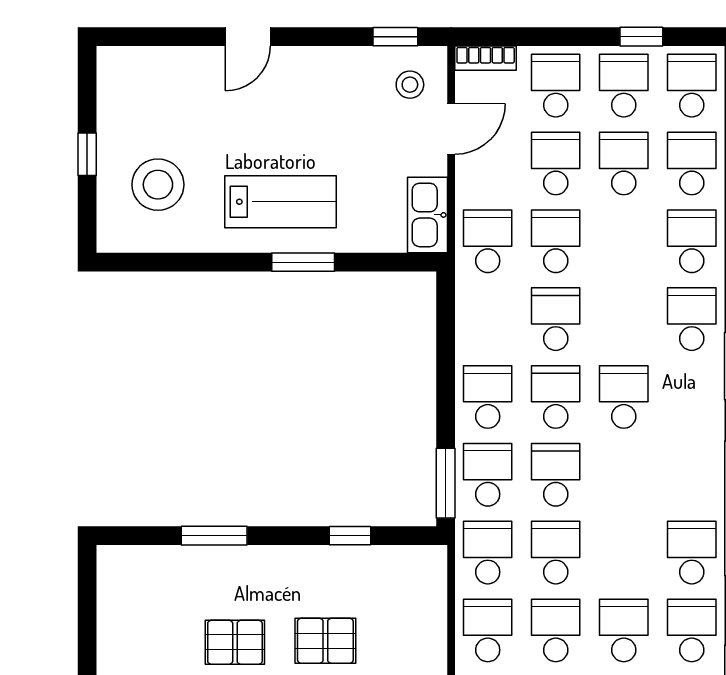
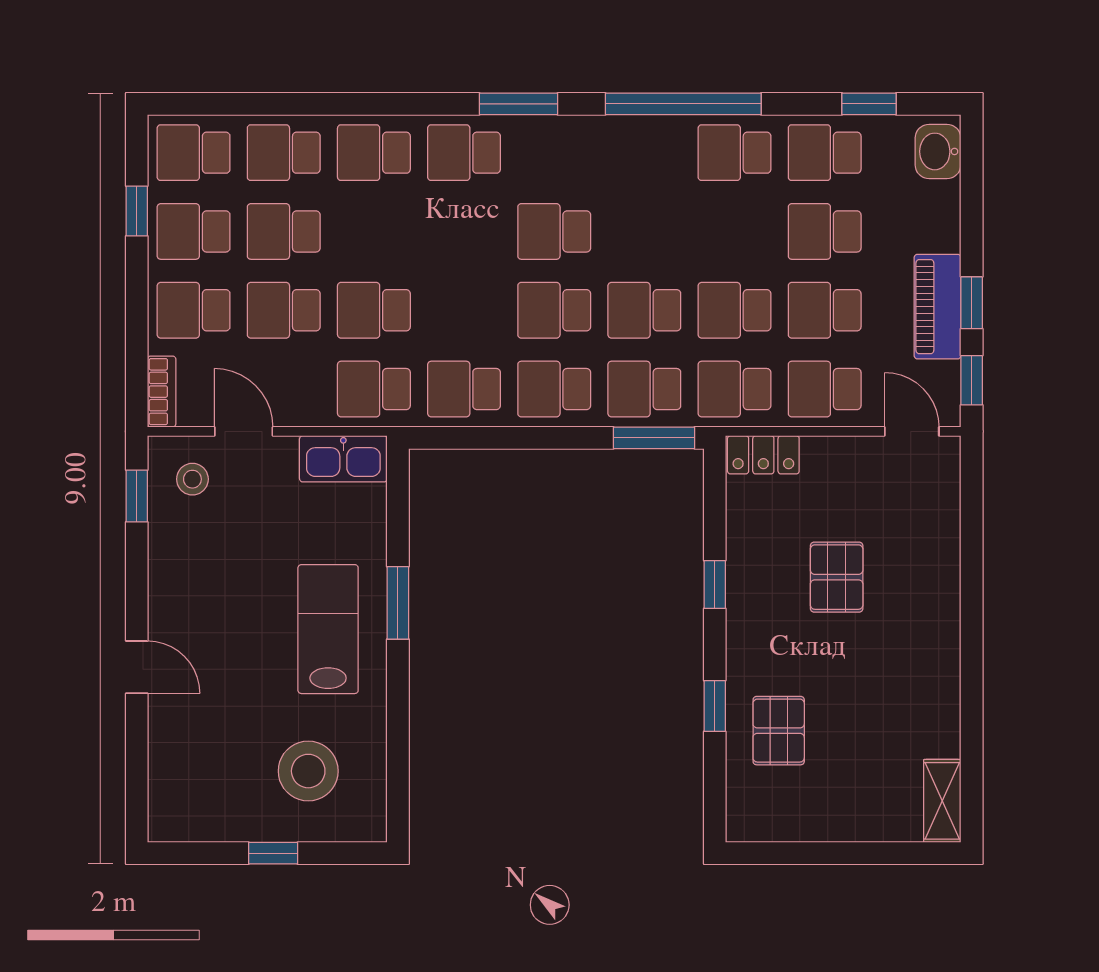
school desk: (556, 319) -> (464, 389), moved
window: (214, 536) -> (715, 706), width x0.67
window: (350, 536) -> (715, 585), moved
locker: (431, 577) -> (763, 455), added
pallet: (235, 642) -> (779, 731), moved

